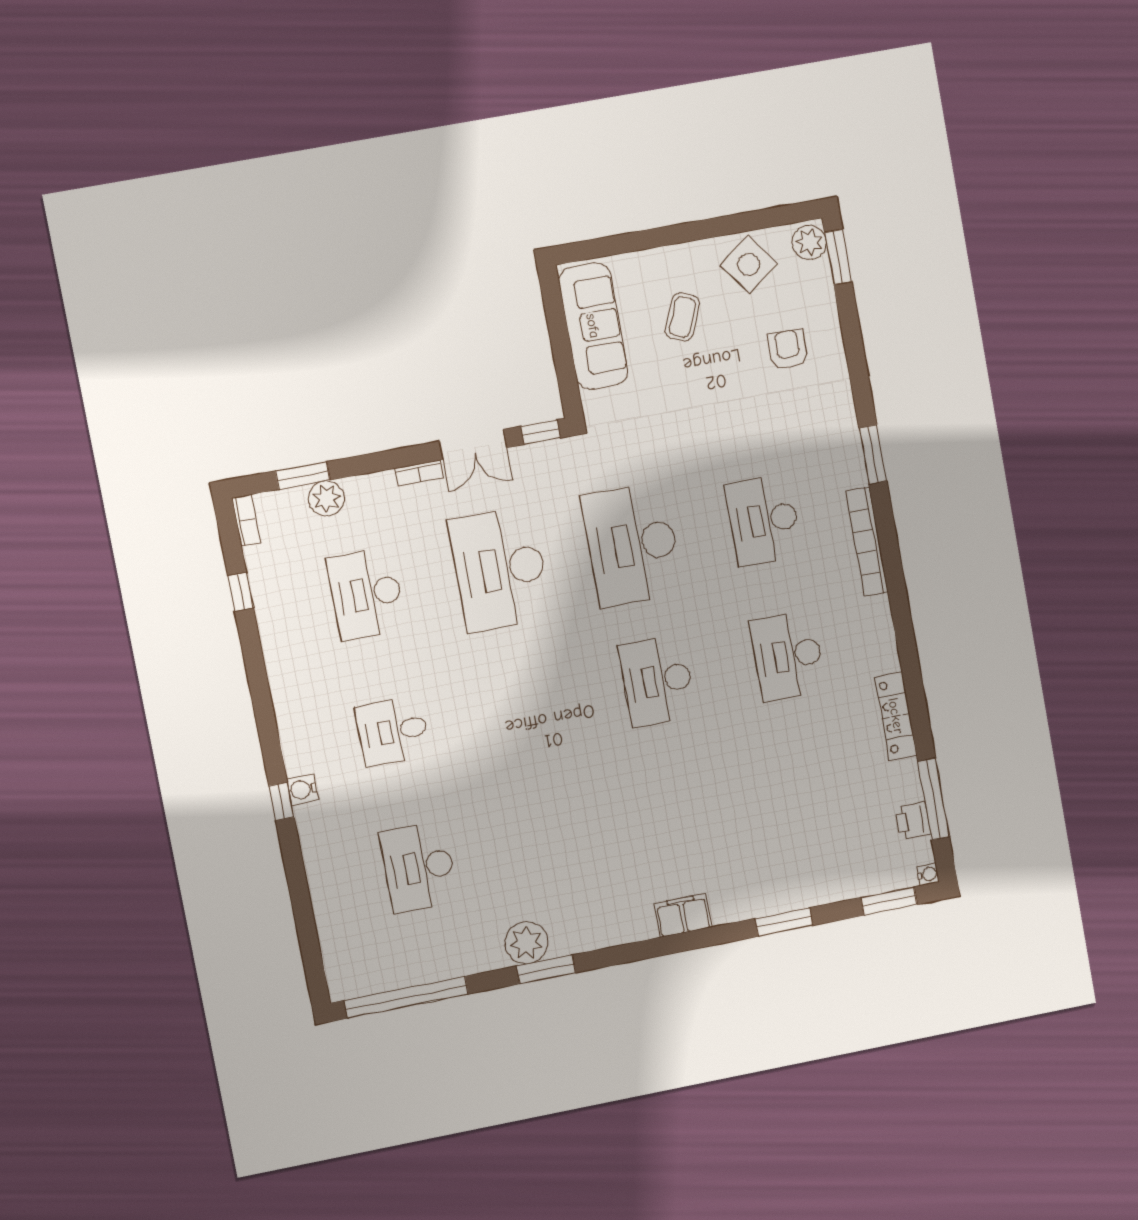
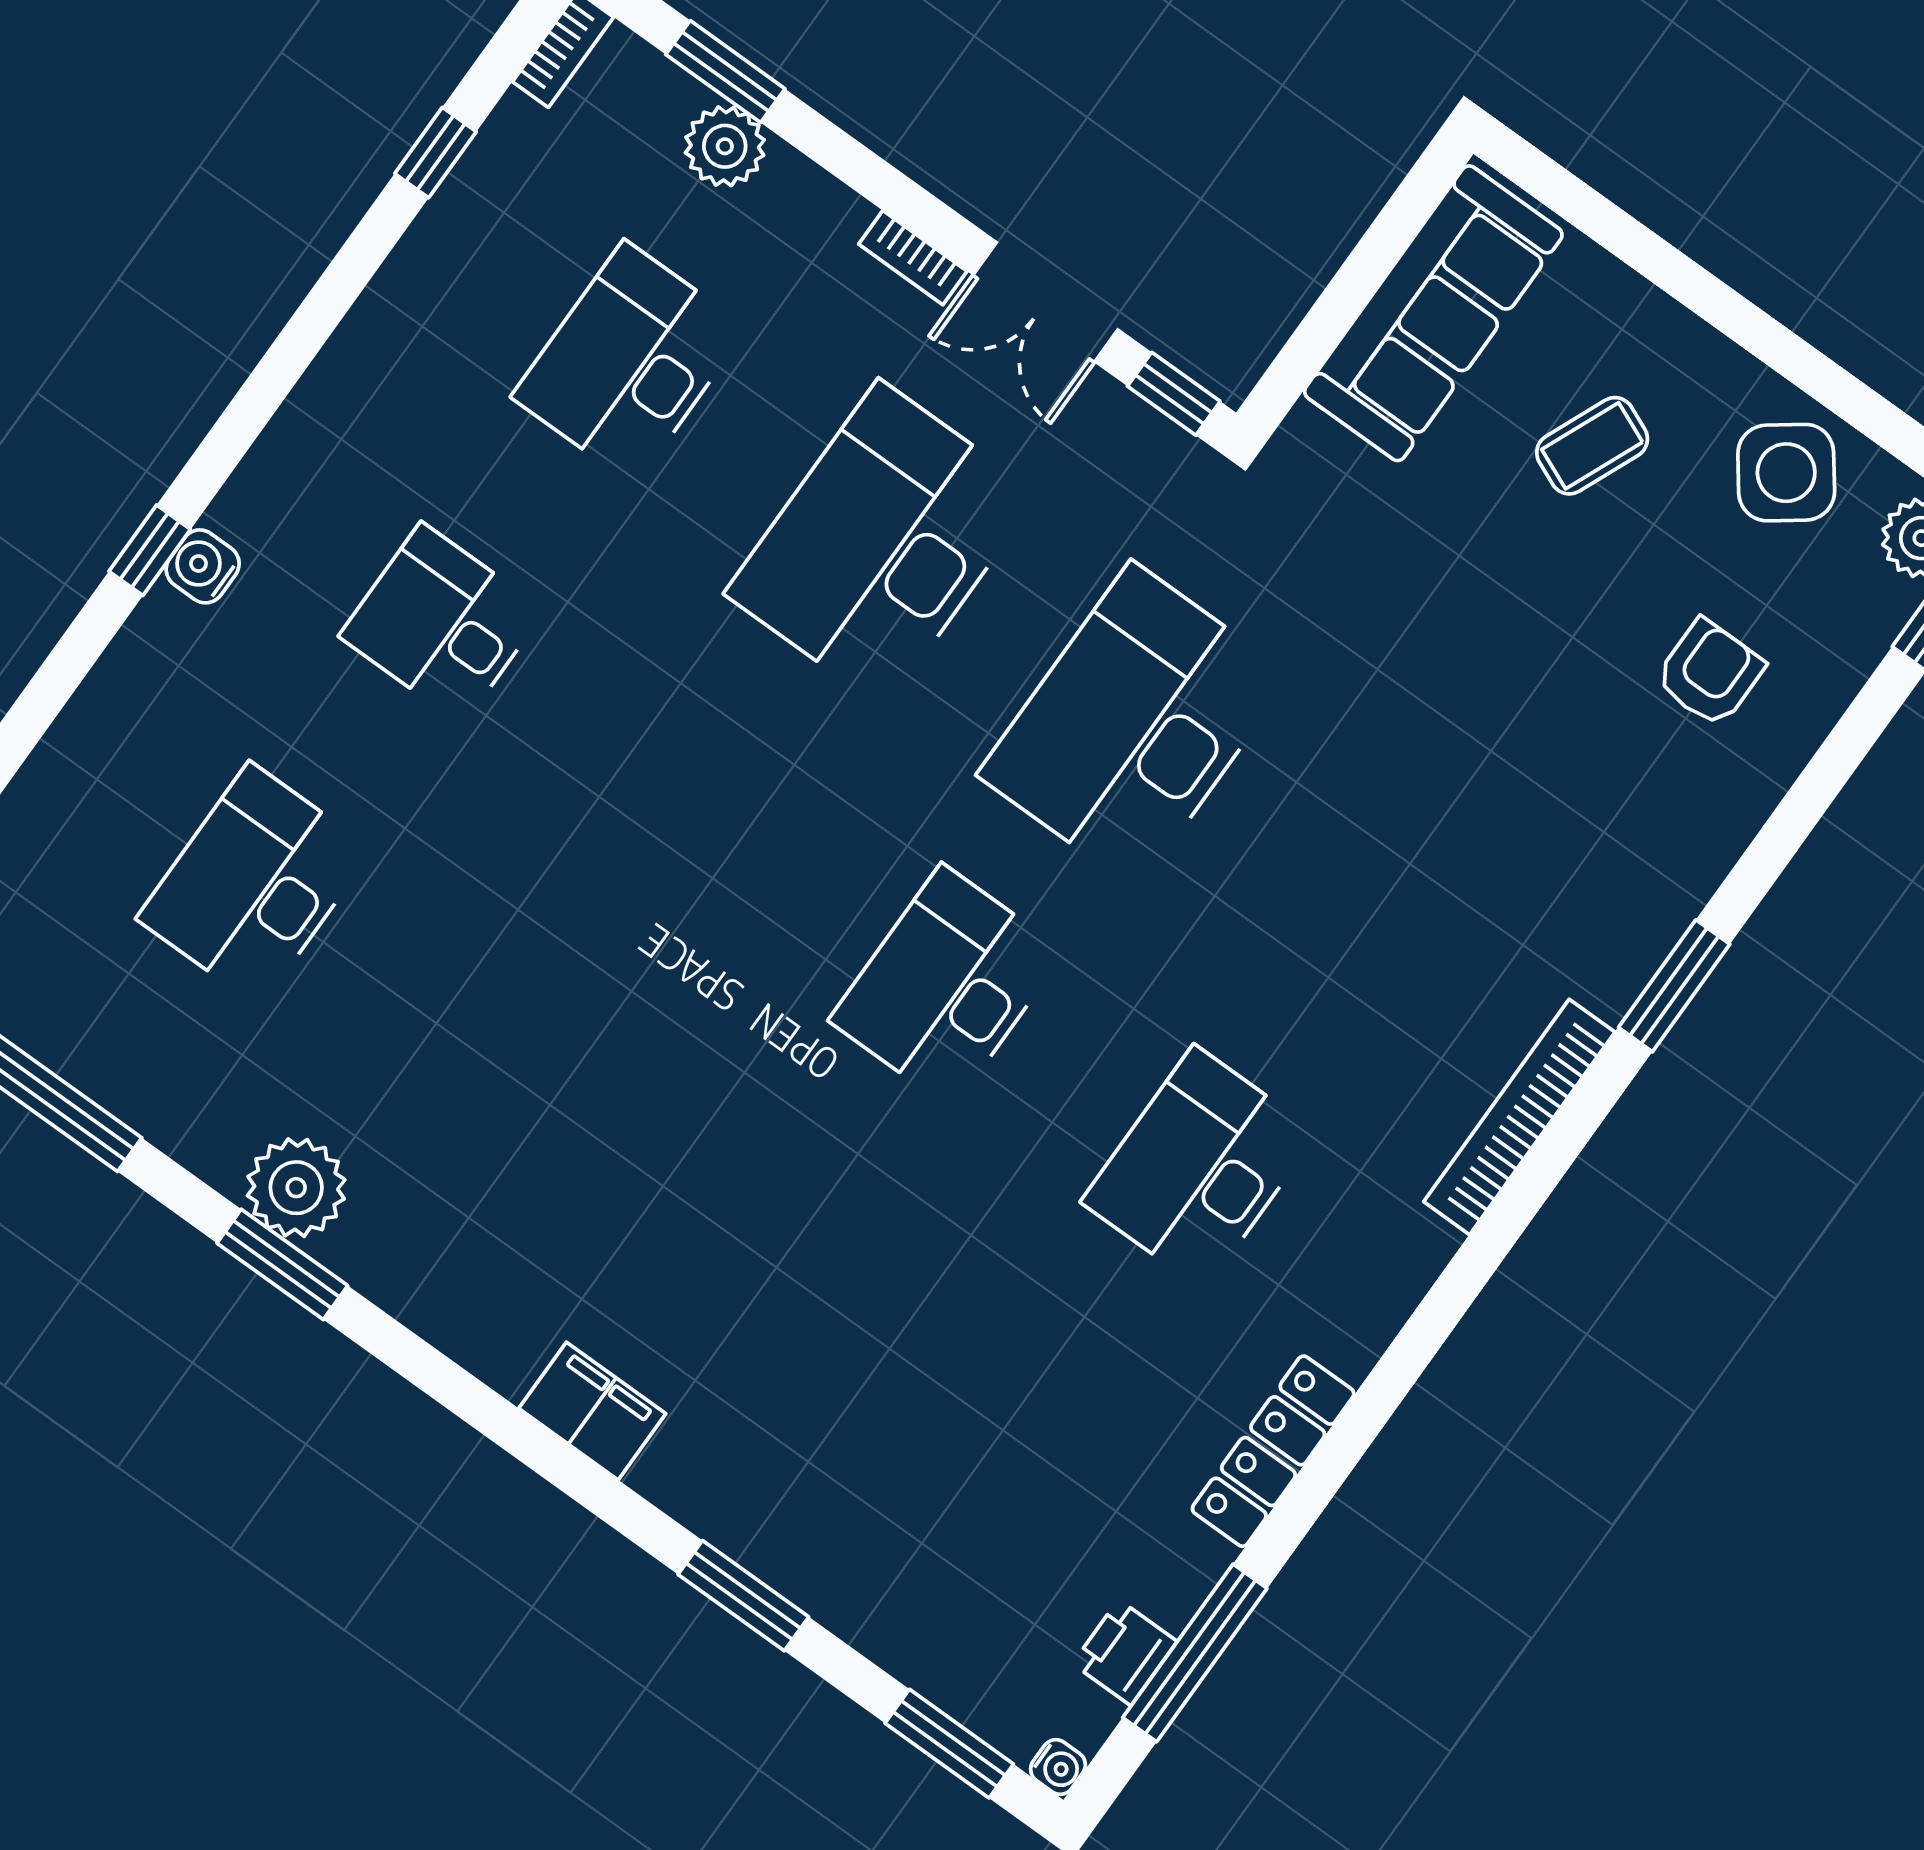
desk: (763, 520) -> (1386, 907), removed

